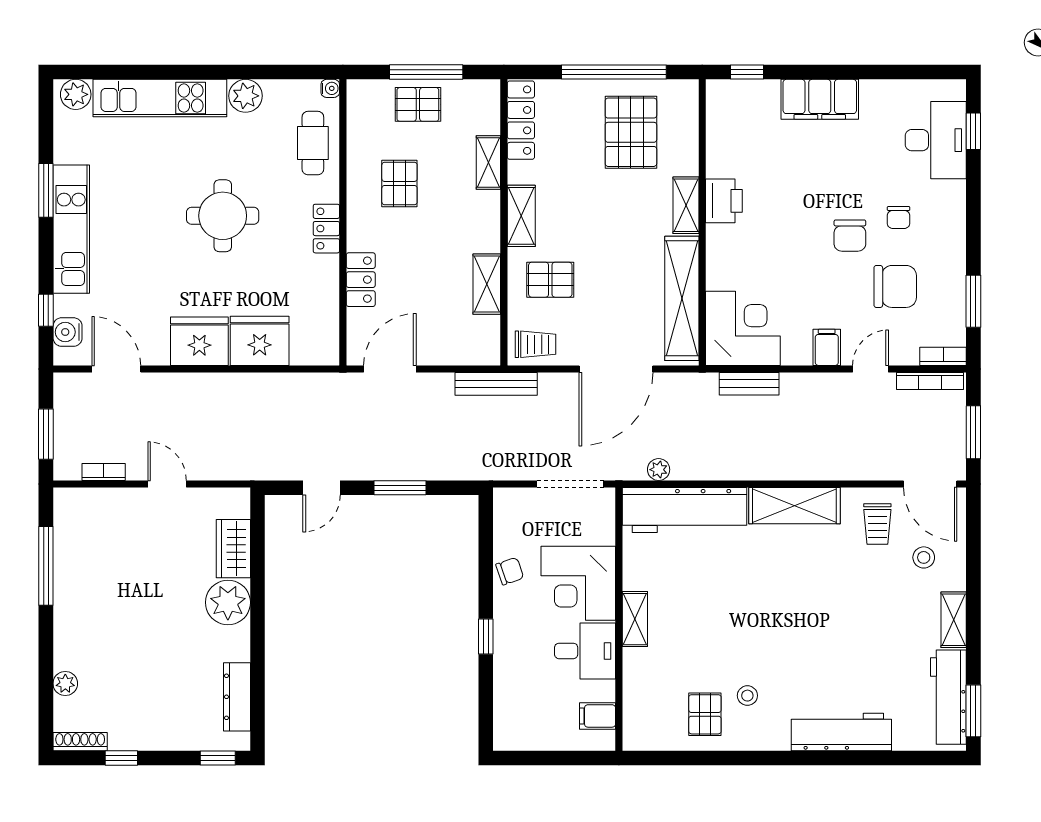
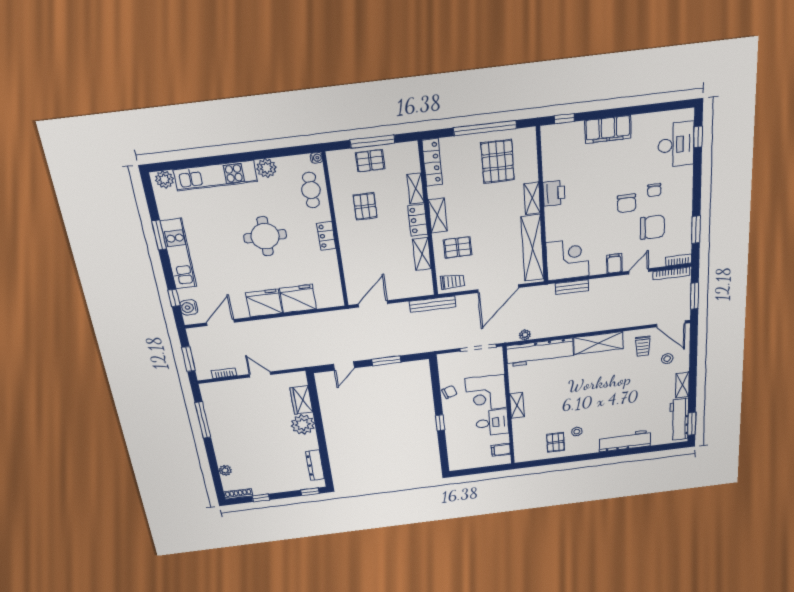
locker: (361, 280) -> (418, 220), moved, turned 180
door: (116, 369) -> (220, 323), hinge flipped

